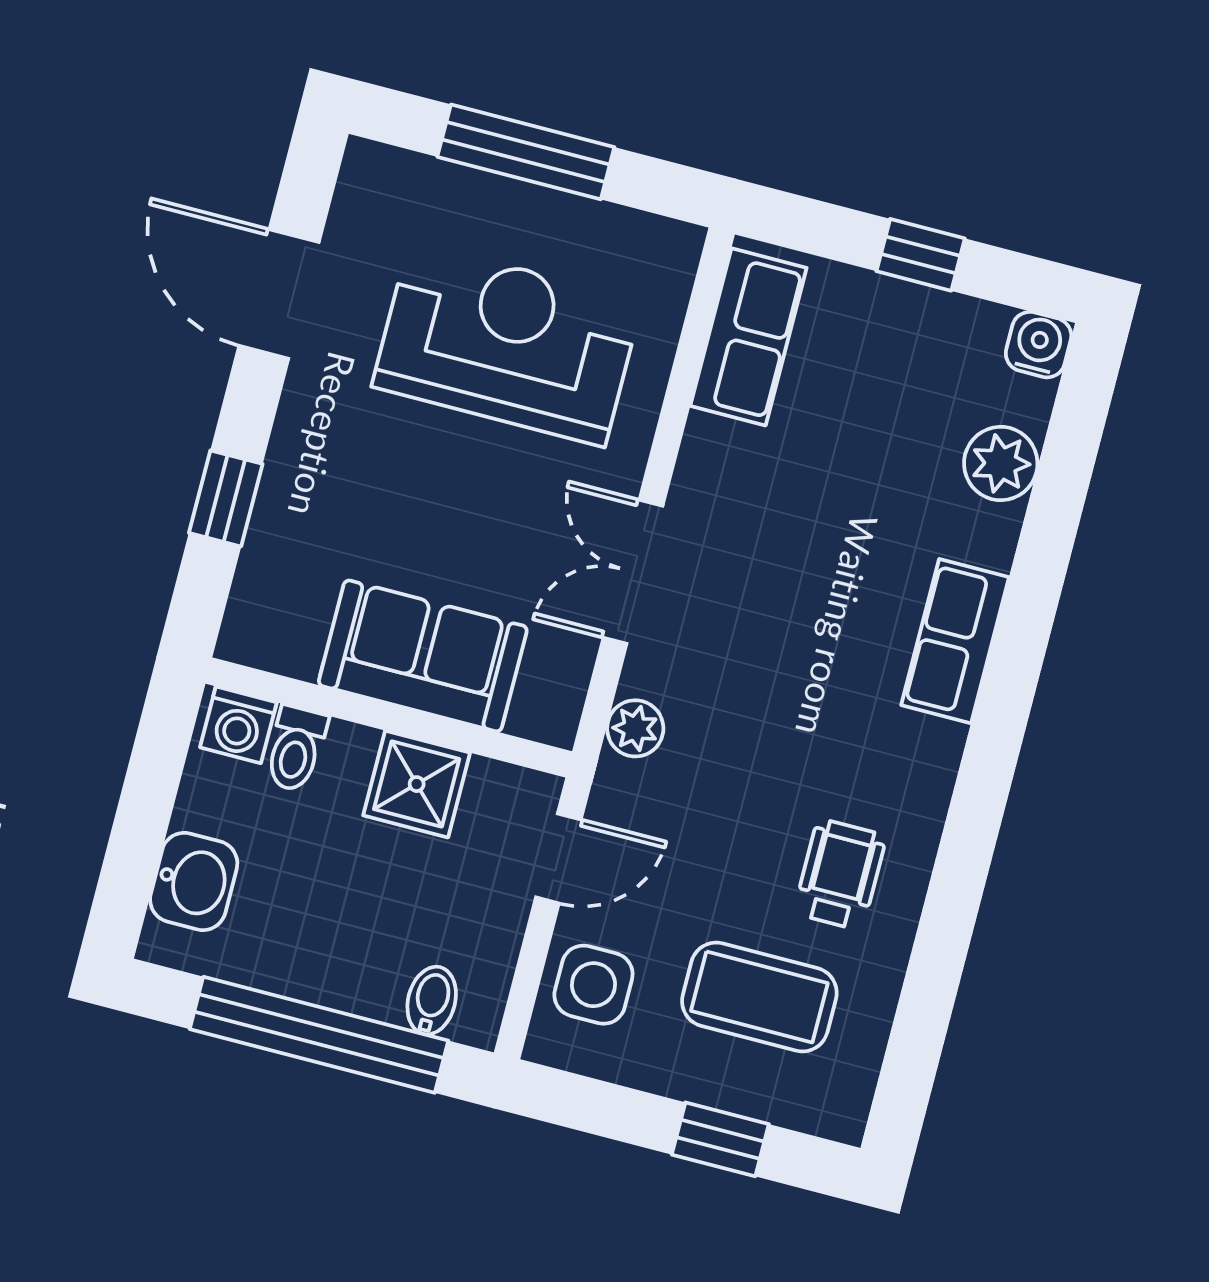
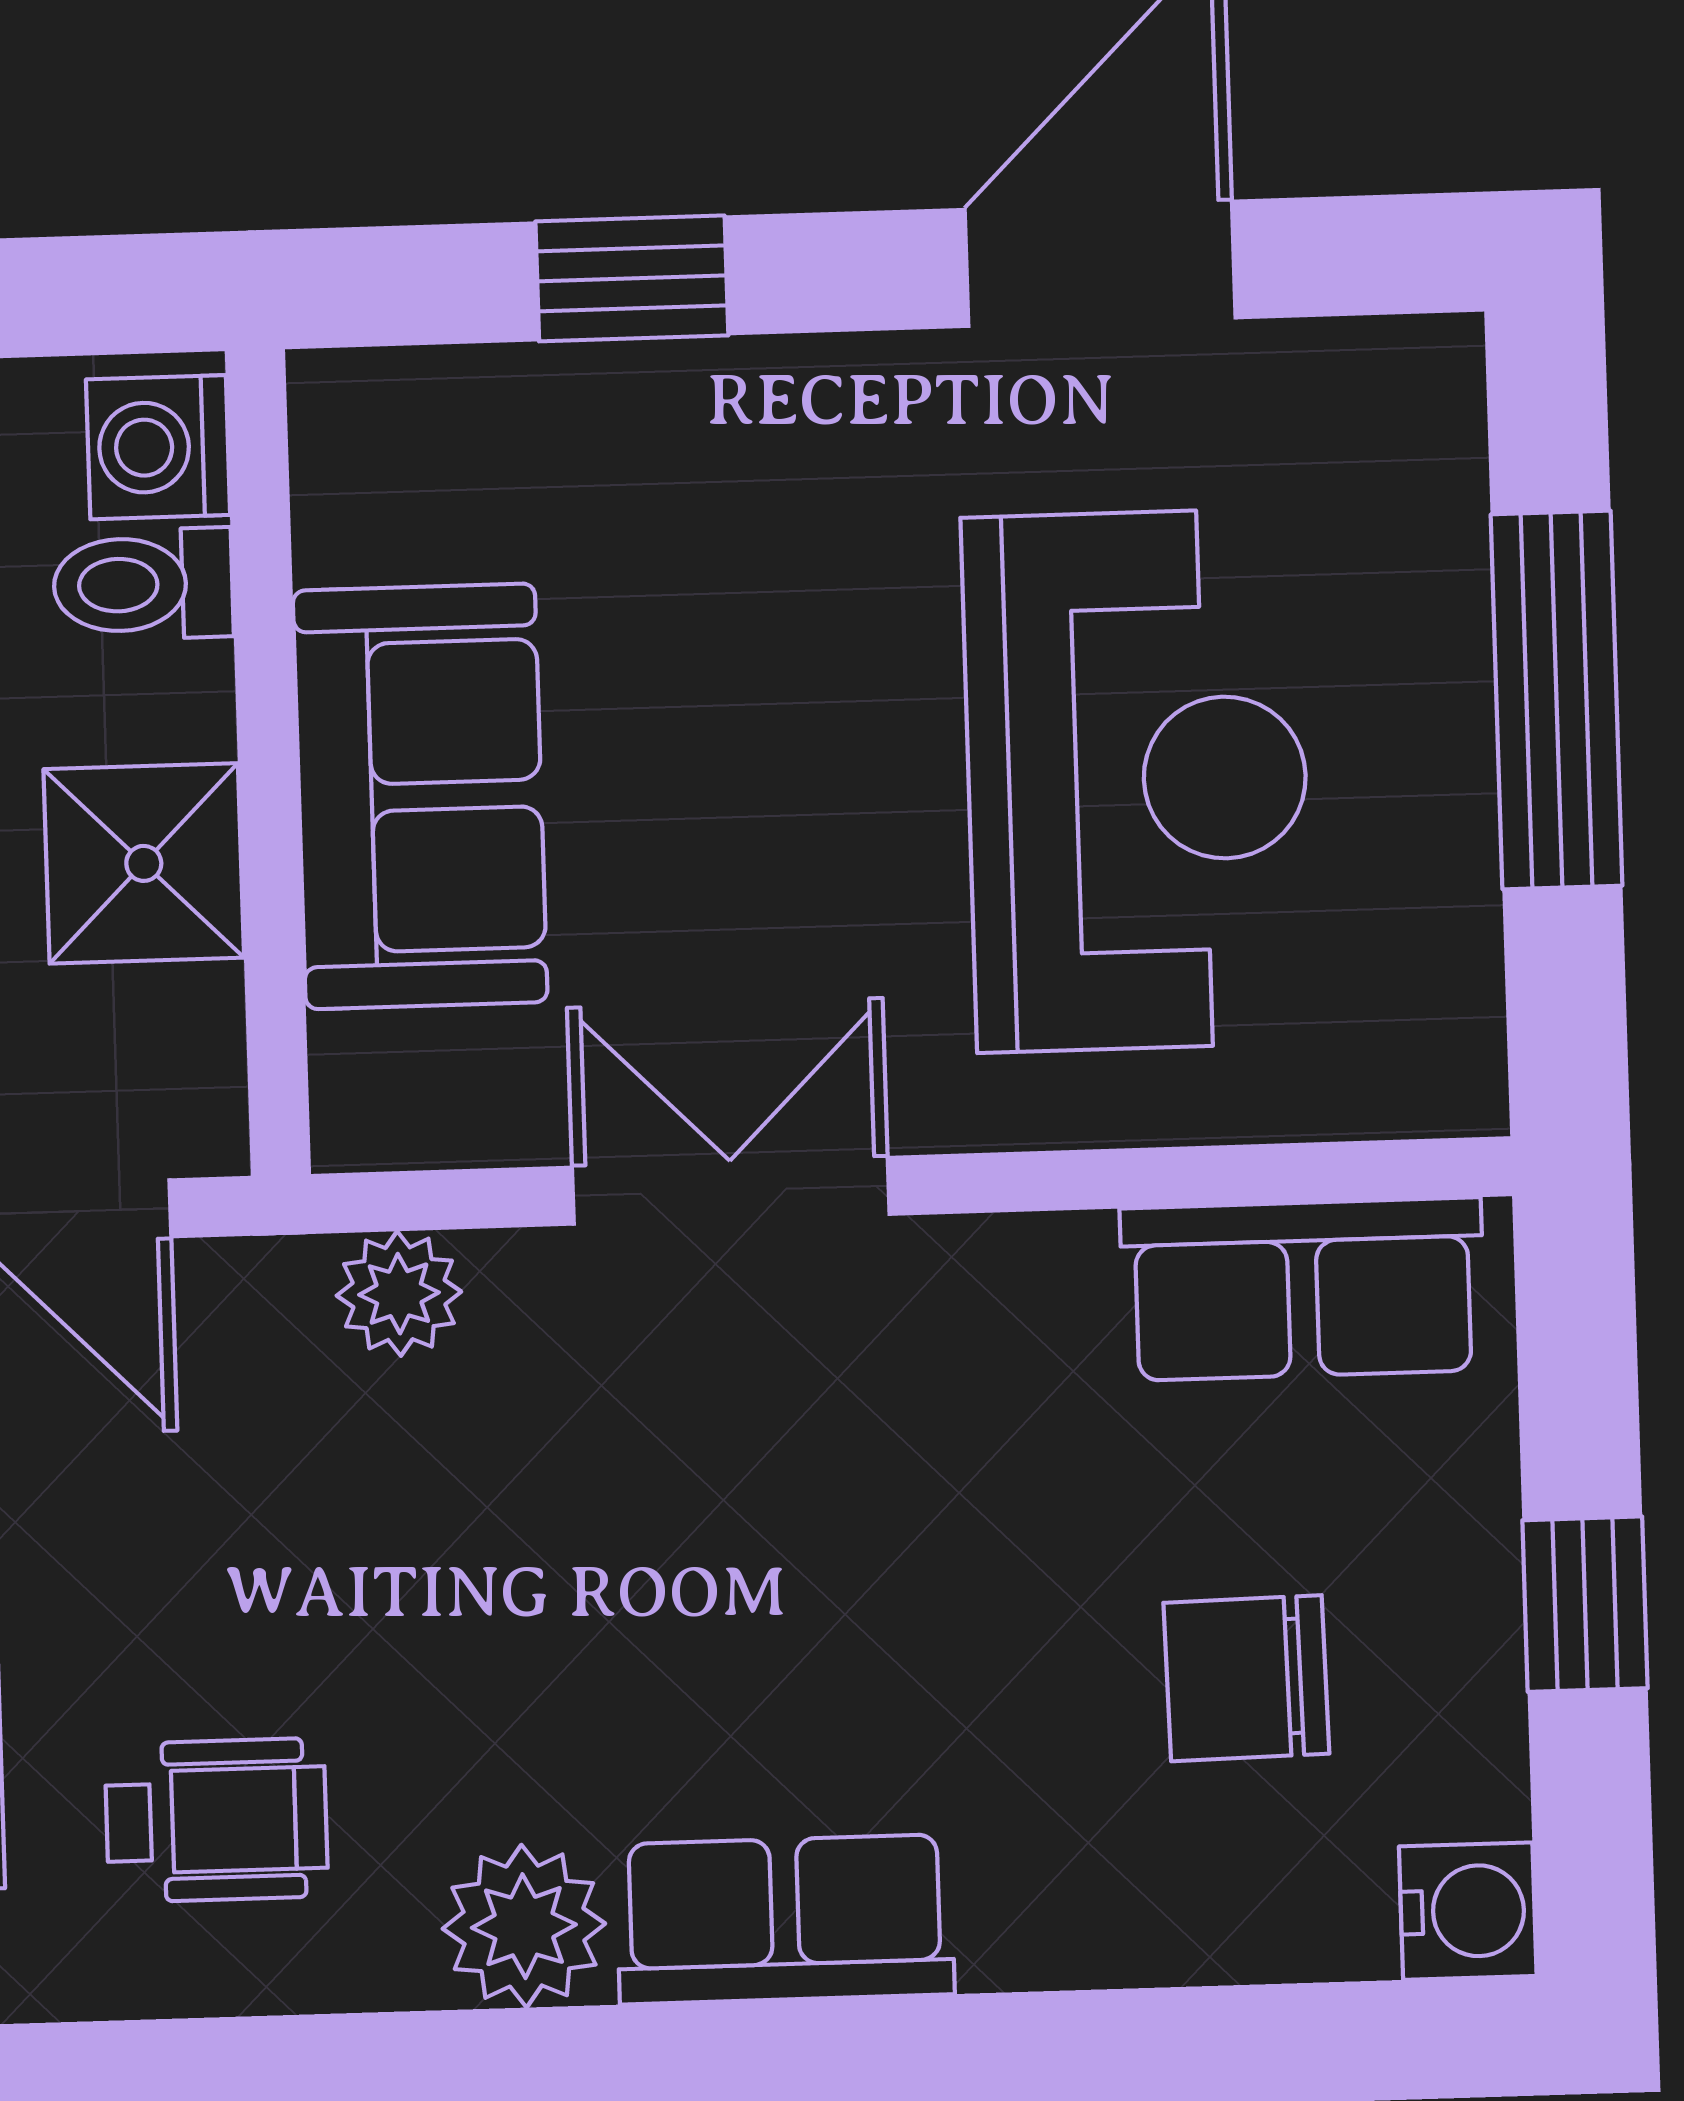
chair: (910, 411) -> (1246, 1678), added
plant: (1001, 463) -> (524, 1926), moved

